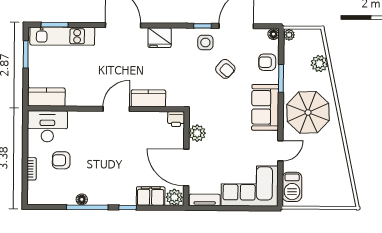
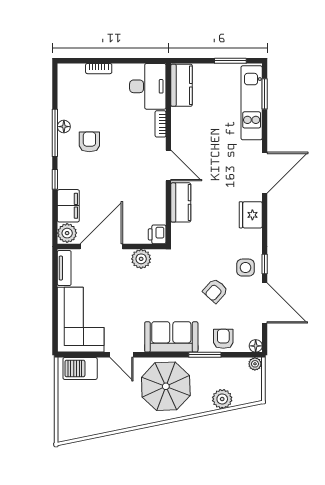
bookcase: (80, 115) -> (161, 124), added
armchair: (61, 160) -> (89, 142), moved

